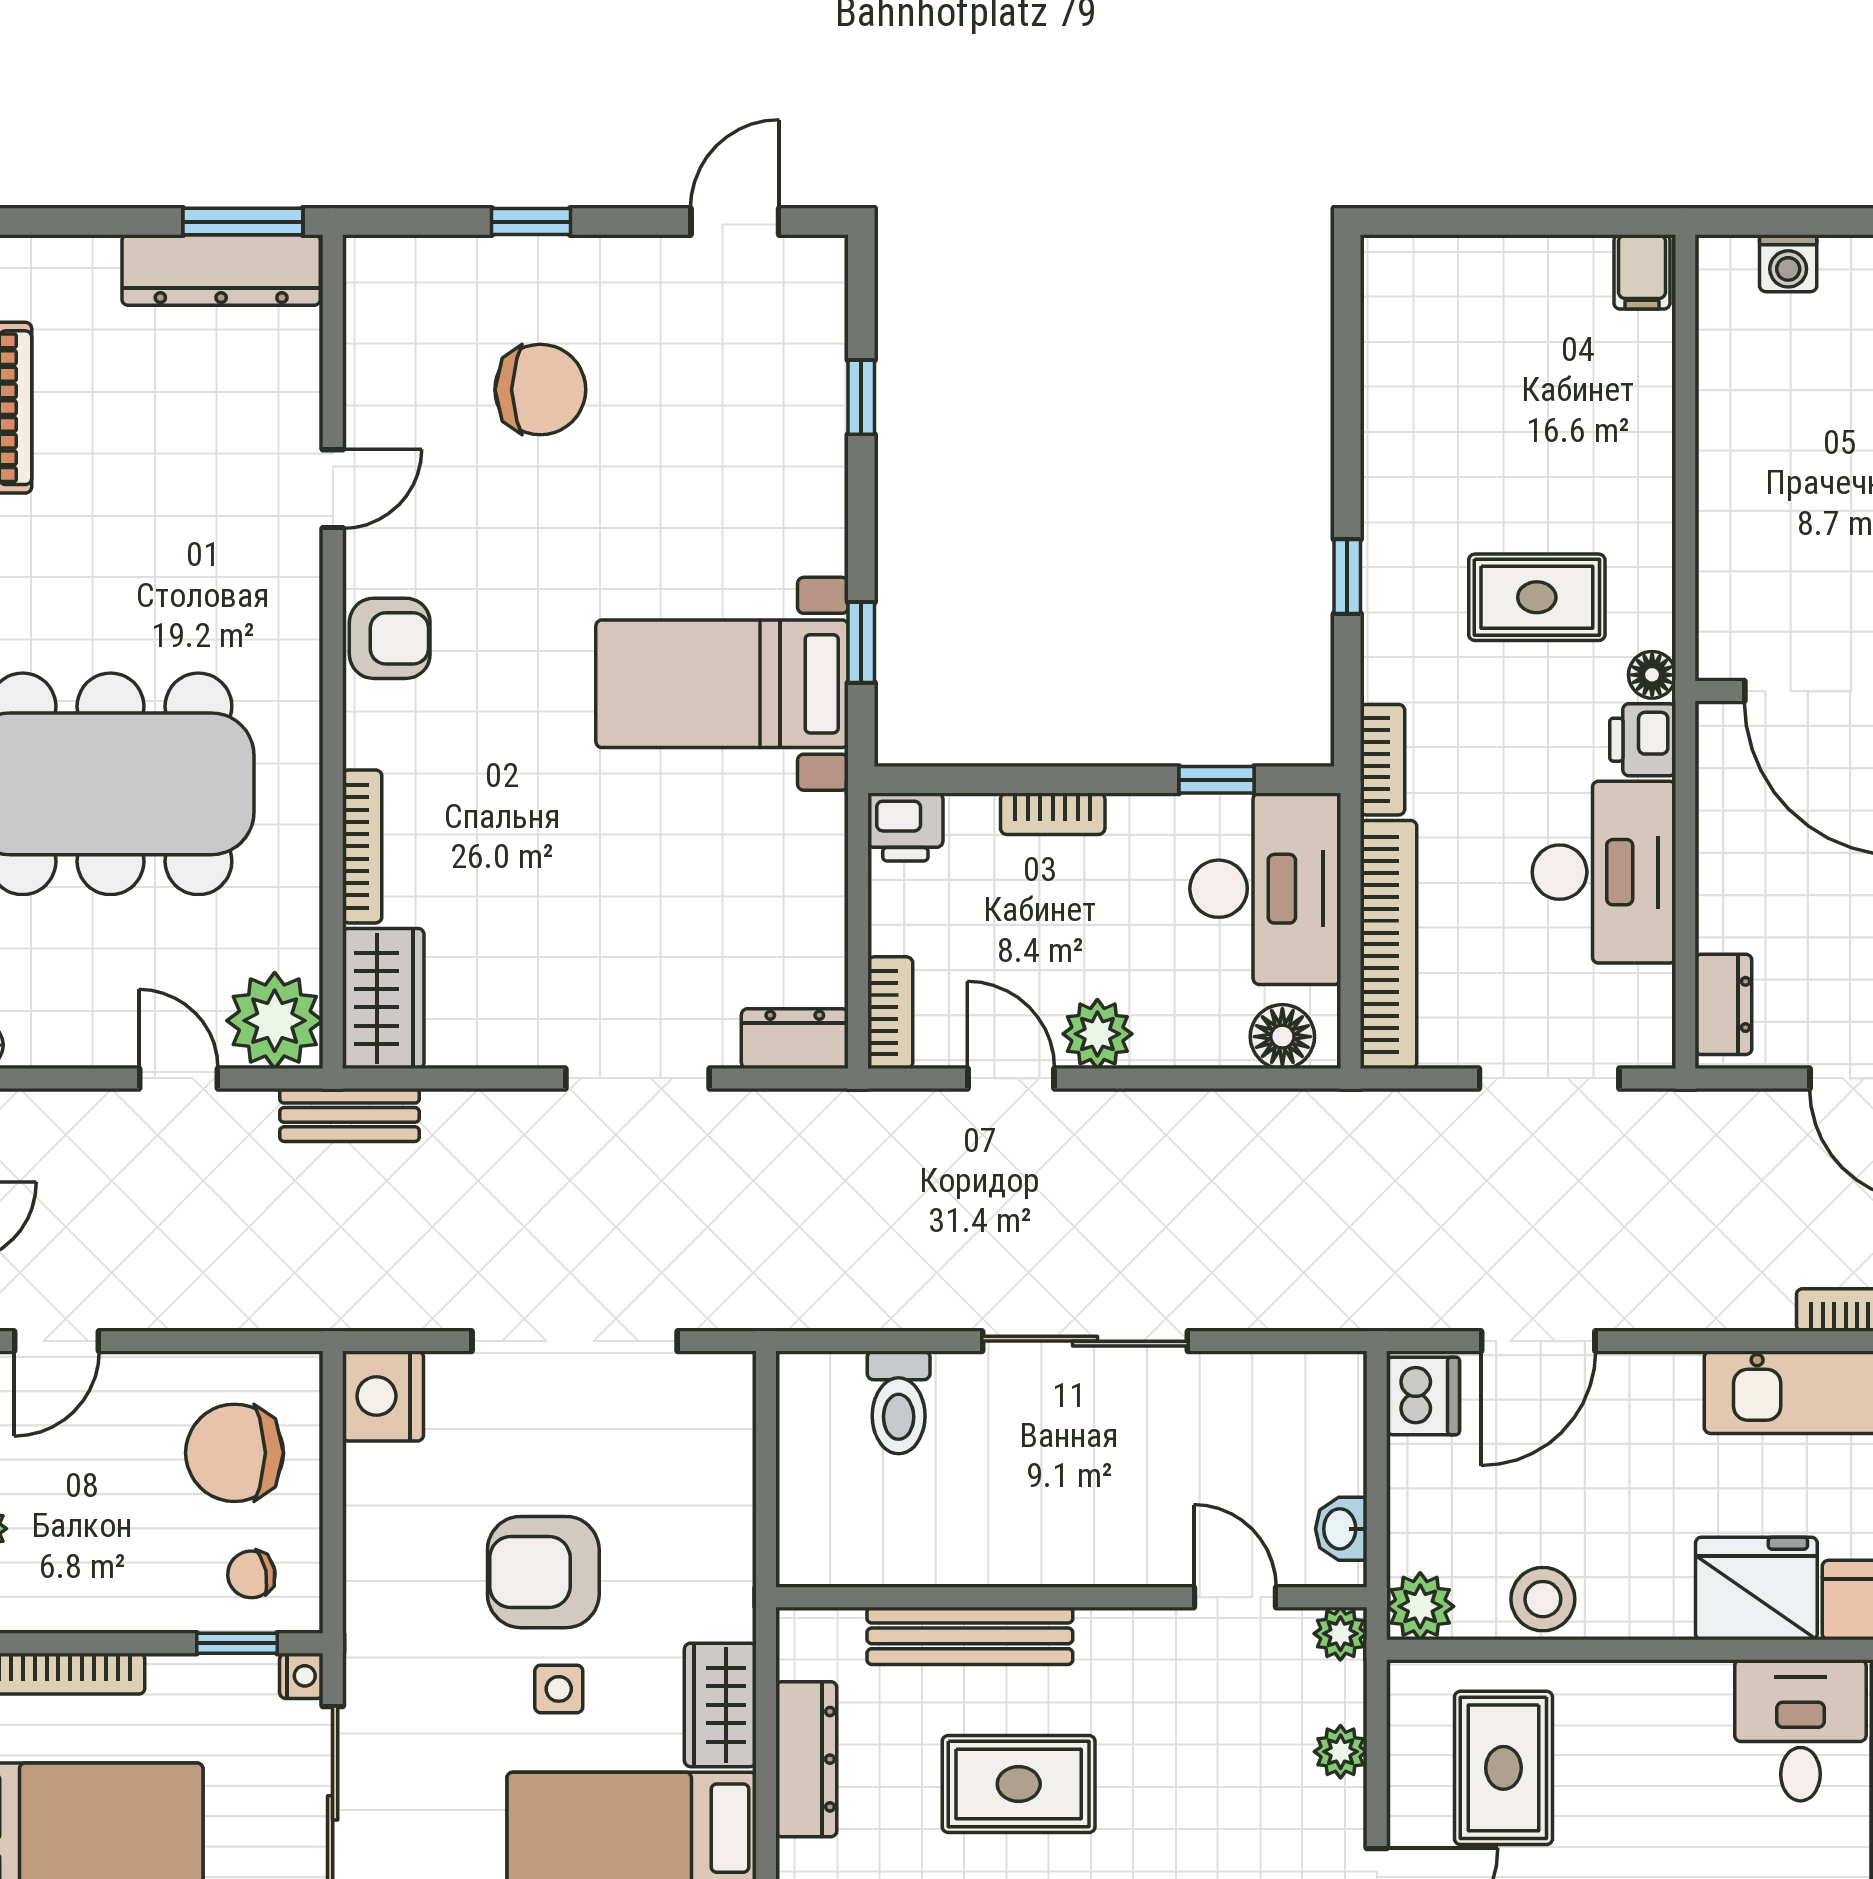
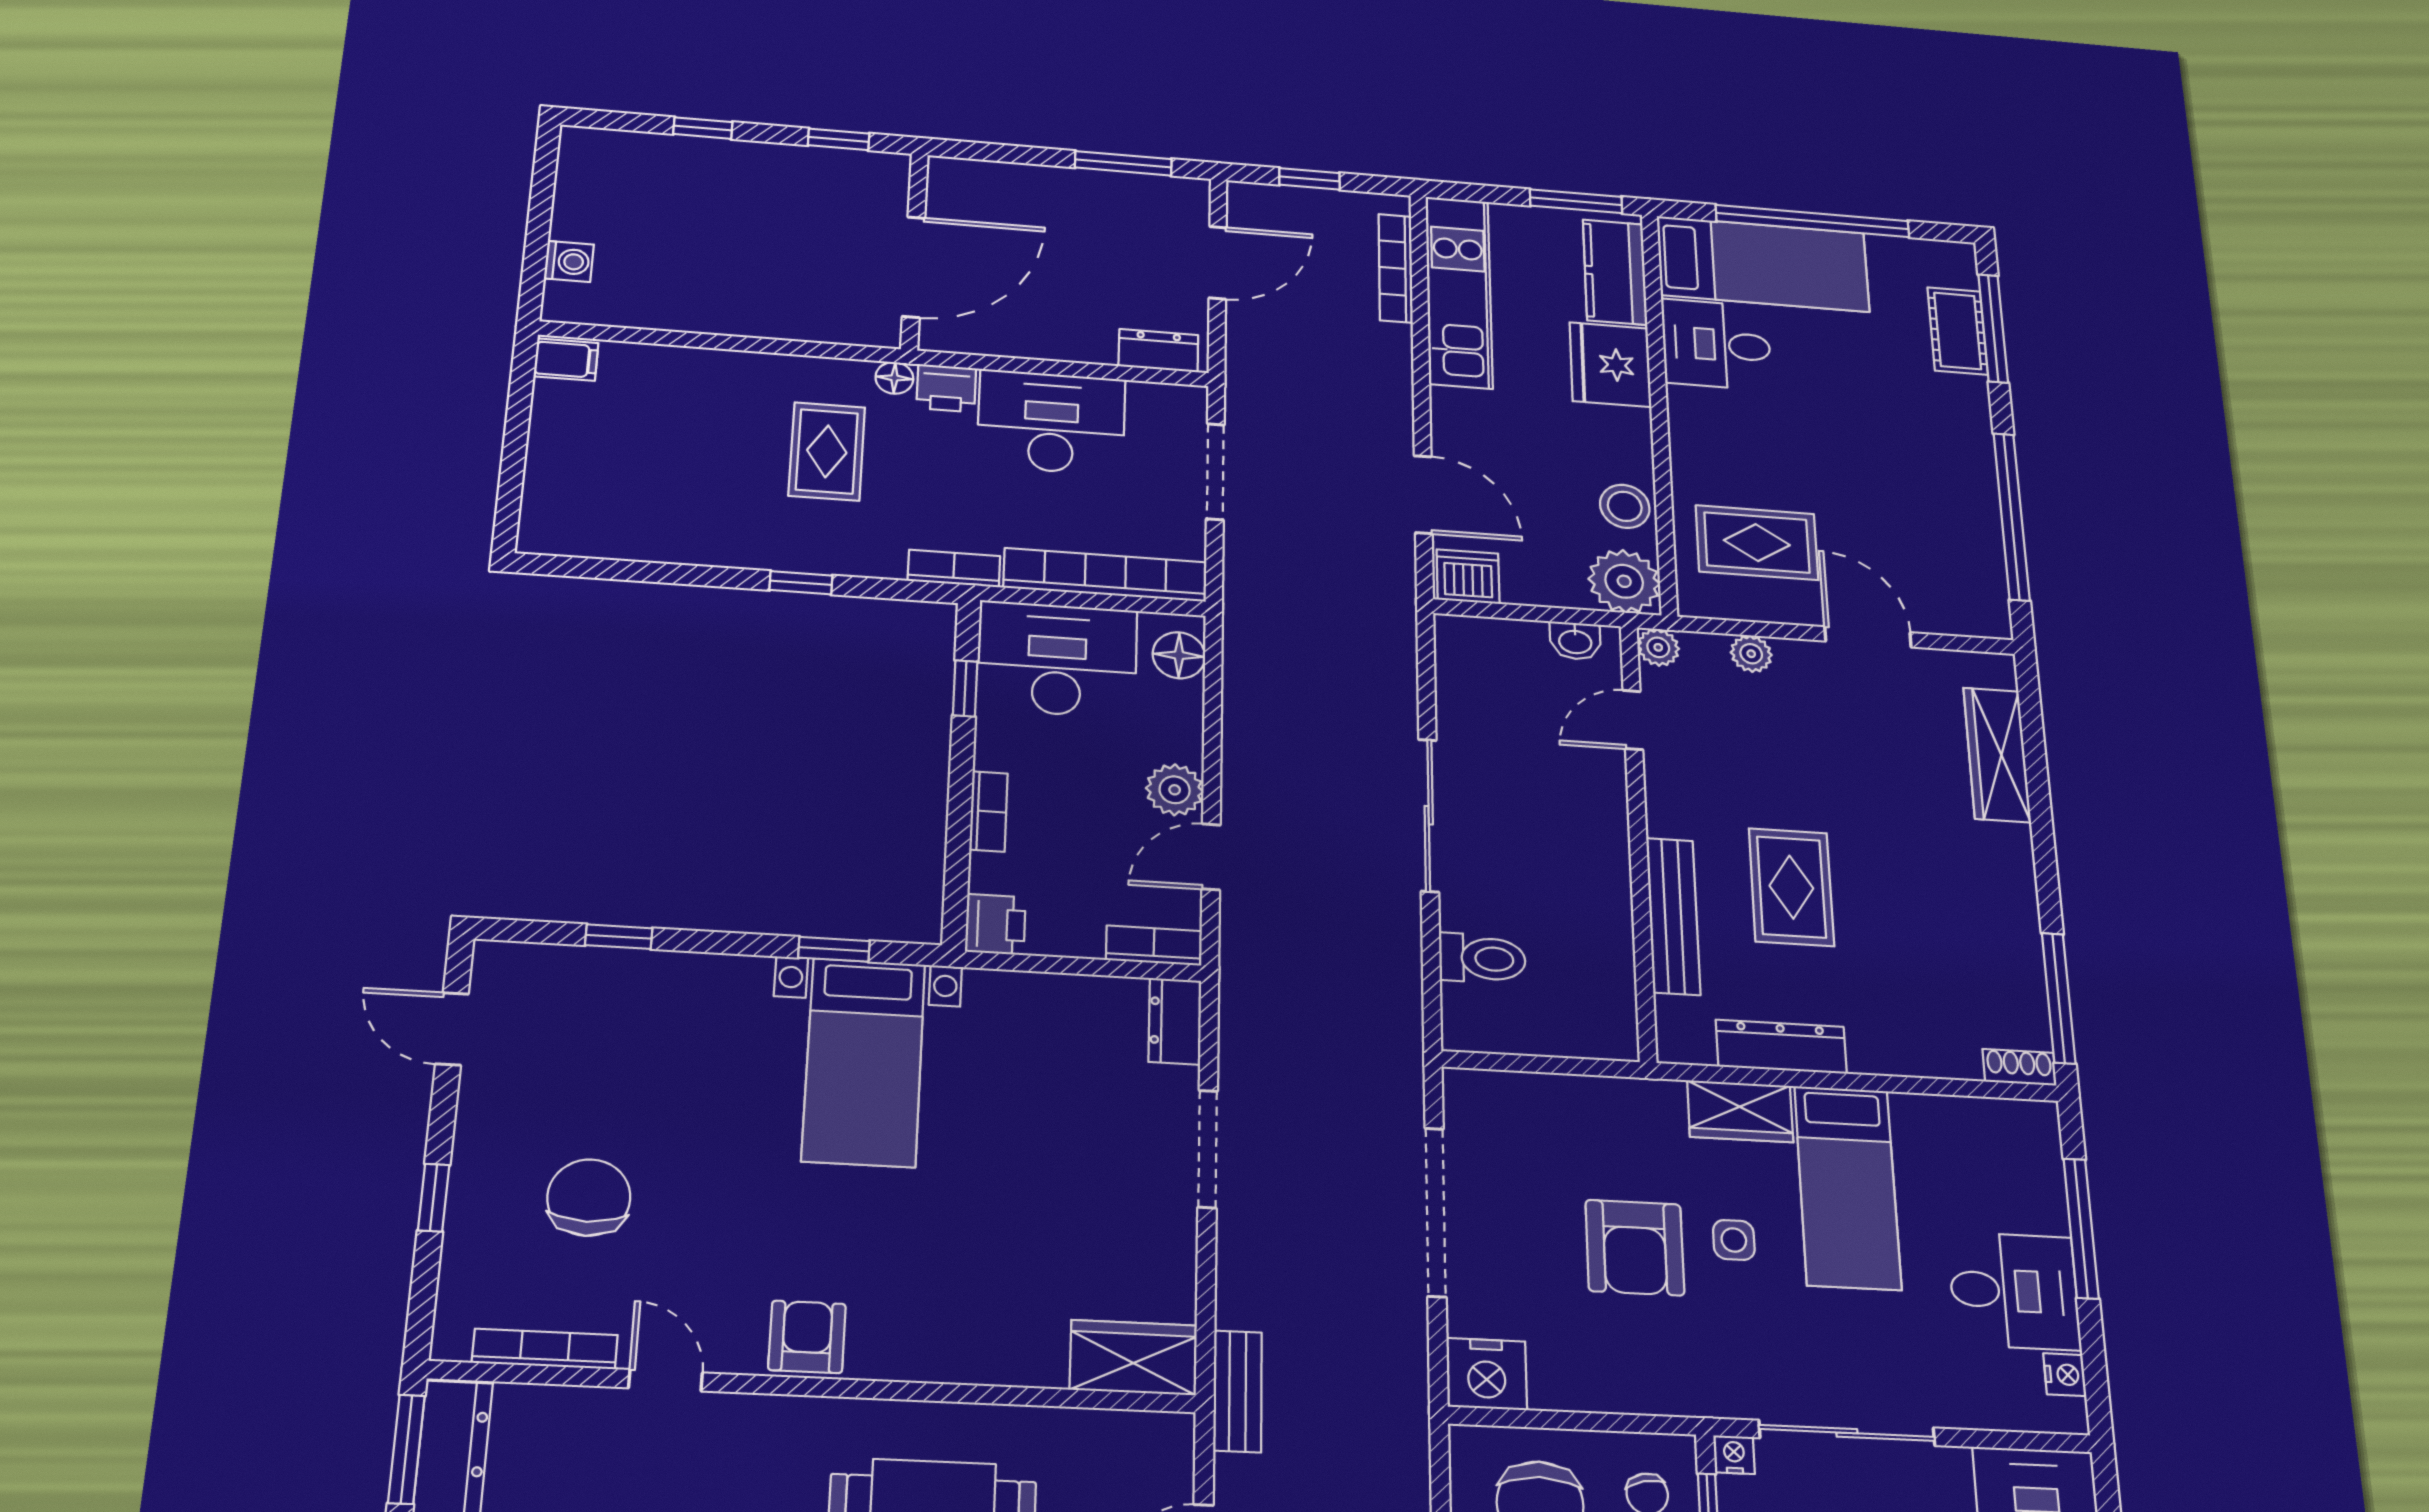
bookcase: (362, 846) -> (545, 1349), moved
plant: (275, 1021) -> (1152, 1452), removed
plant: (1420, 1606) -> (1624, 581), width x1.36, depth x1.36

